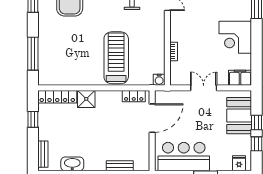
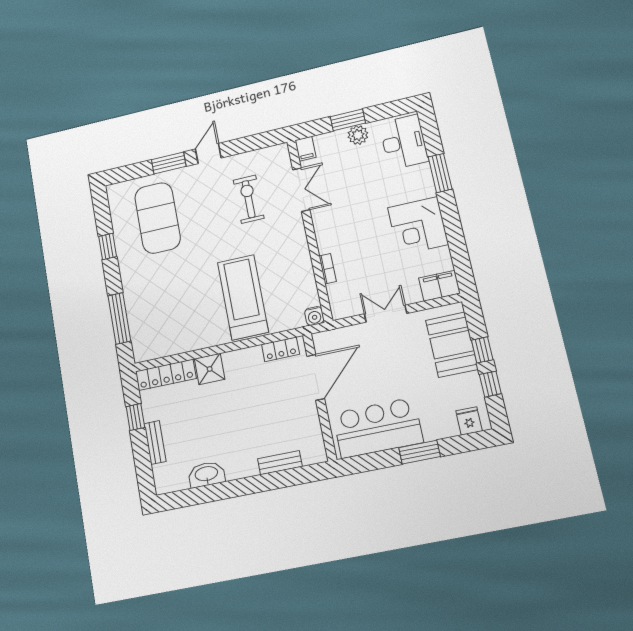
bench: (43, 154) -> (155, 442), moved

